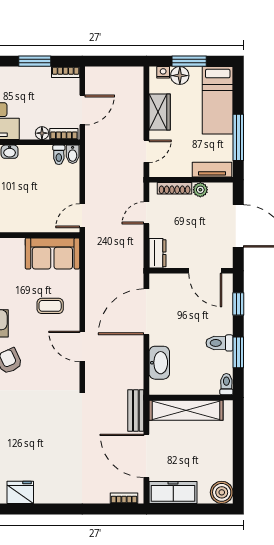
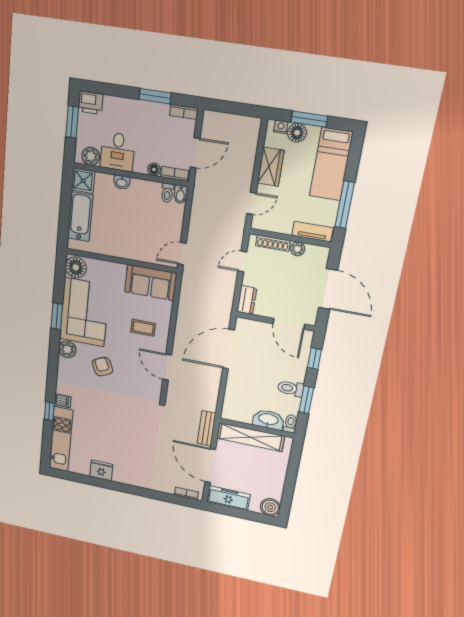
washbasin: (159, 363) -> (268, 420), moved, turned -90

